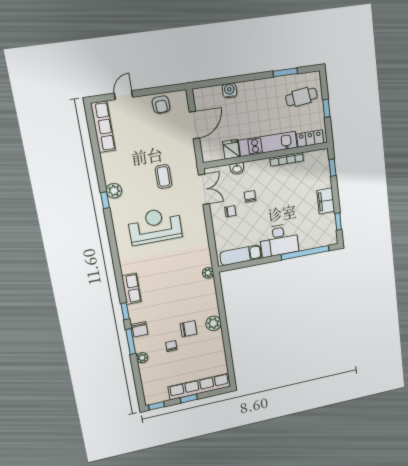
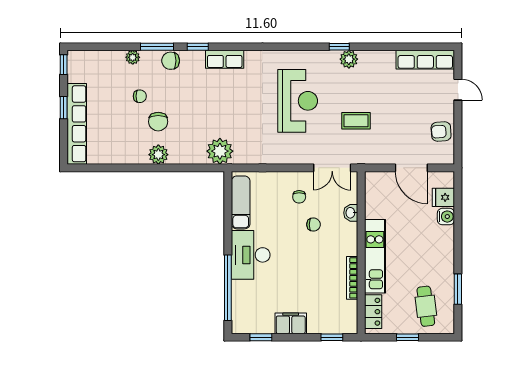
fridge: (231, 149) -> (443, 197), moved, turned 180
plant: (208, 273) -> (220, 151), width x1.88, depth x1.88

